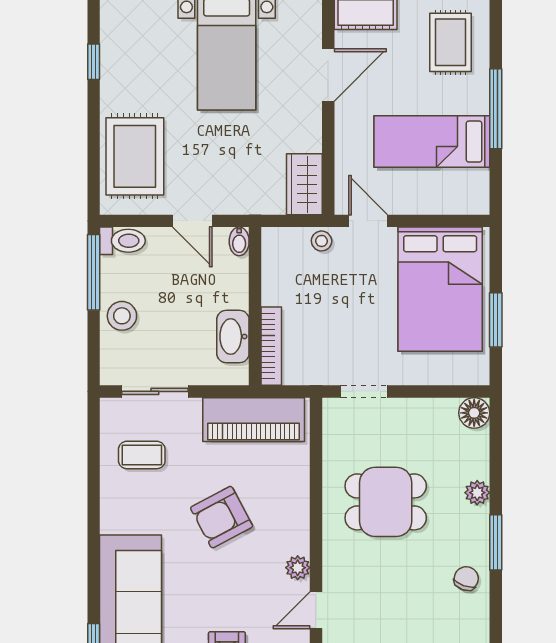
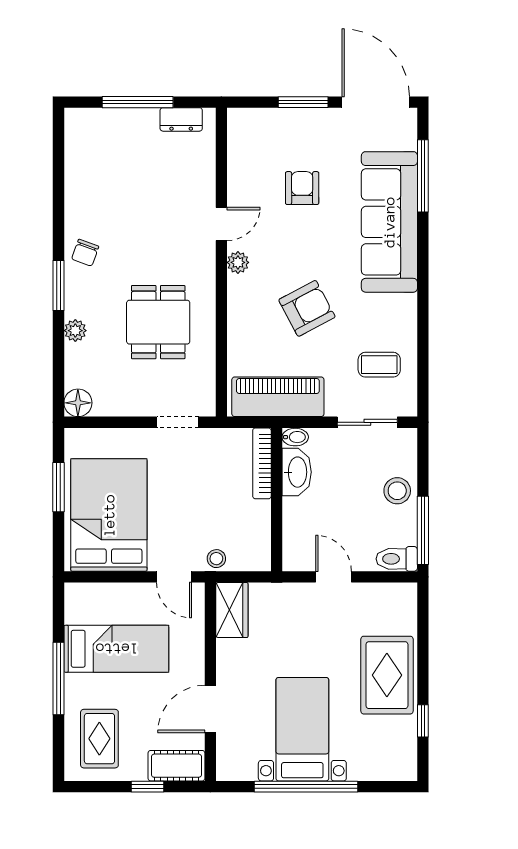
rug: (135, 156) -> (387, 675), moved
bidet: (239, 241) -> (295, 437), moved, turned 90
dining table: (386, 502) -> (158, 322), turned 90

